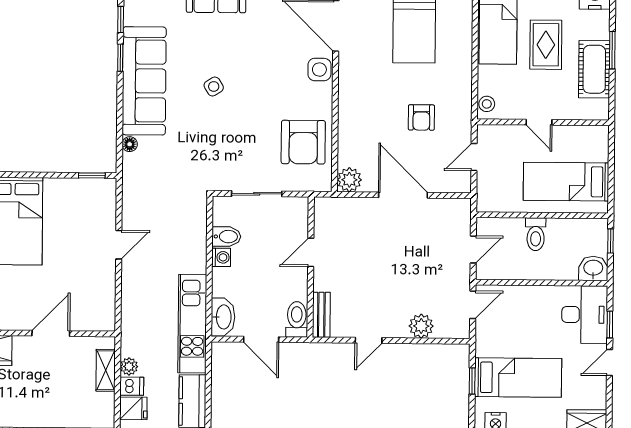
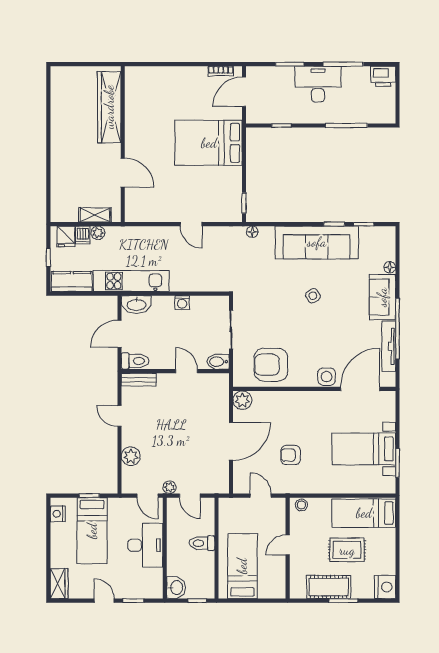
floor lamp: (130, 144) -> (252, 232), moved
bidet: (226, 237) -> (218, 362), moved, turned 90
plant: (462, 276) -> (170, 487), added
desk: (585, 315) -> (145, 545), moved, turned -90

